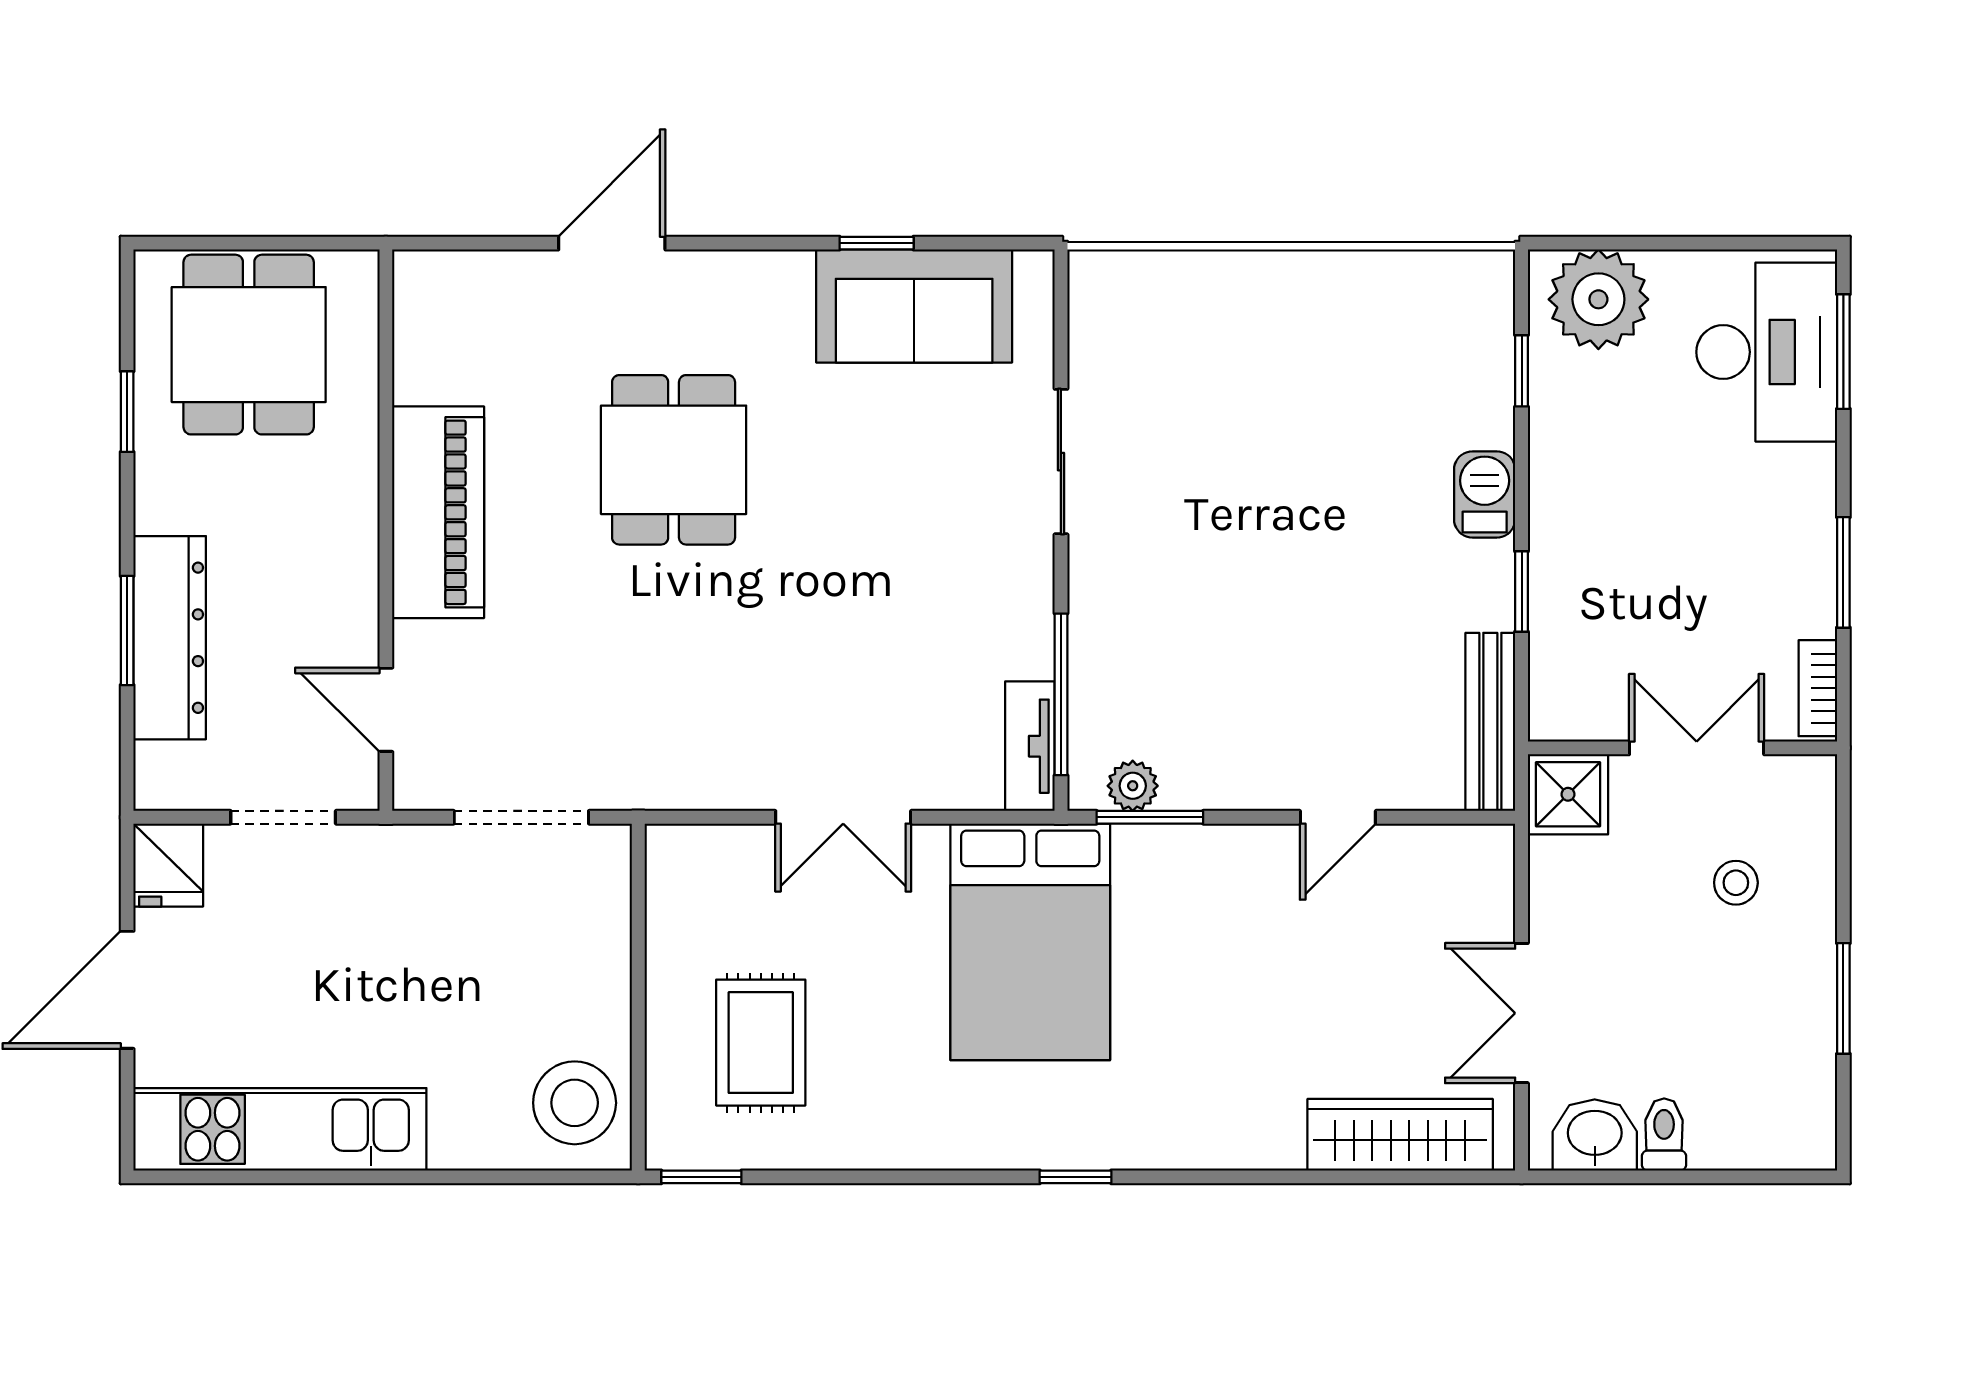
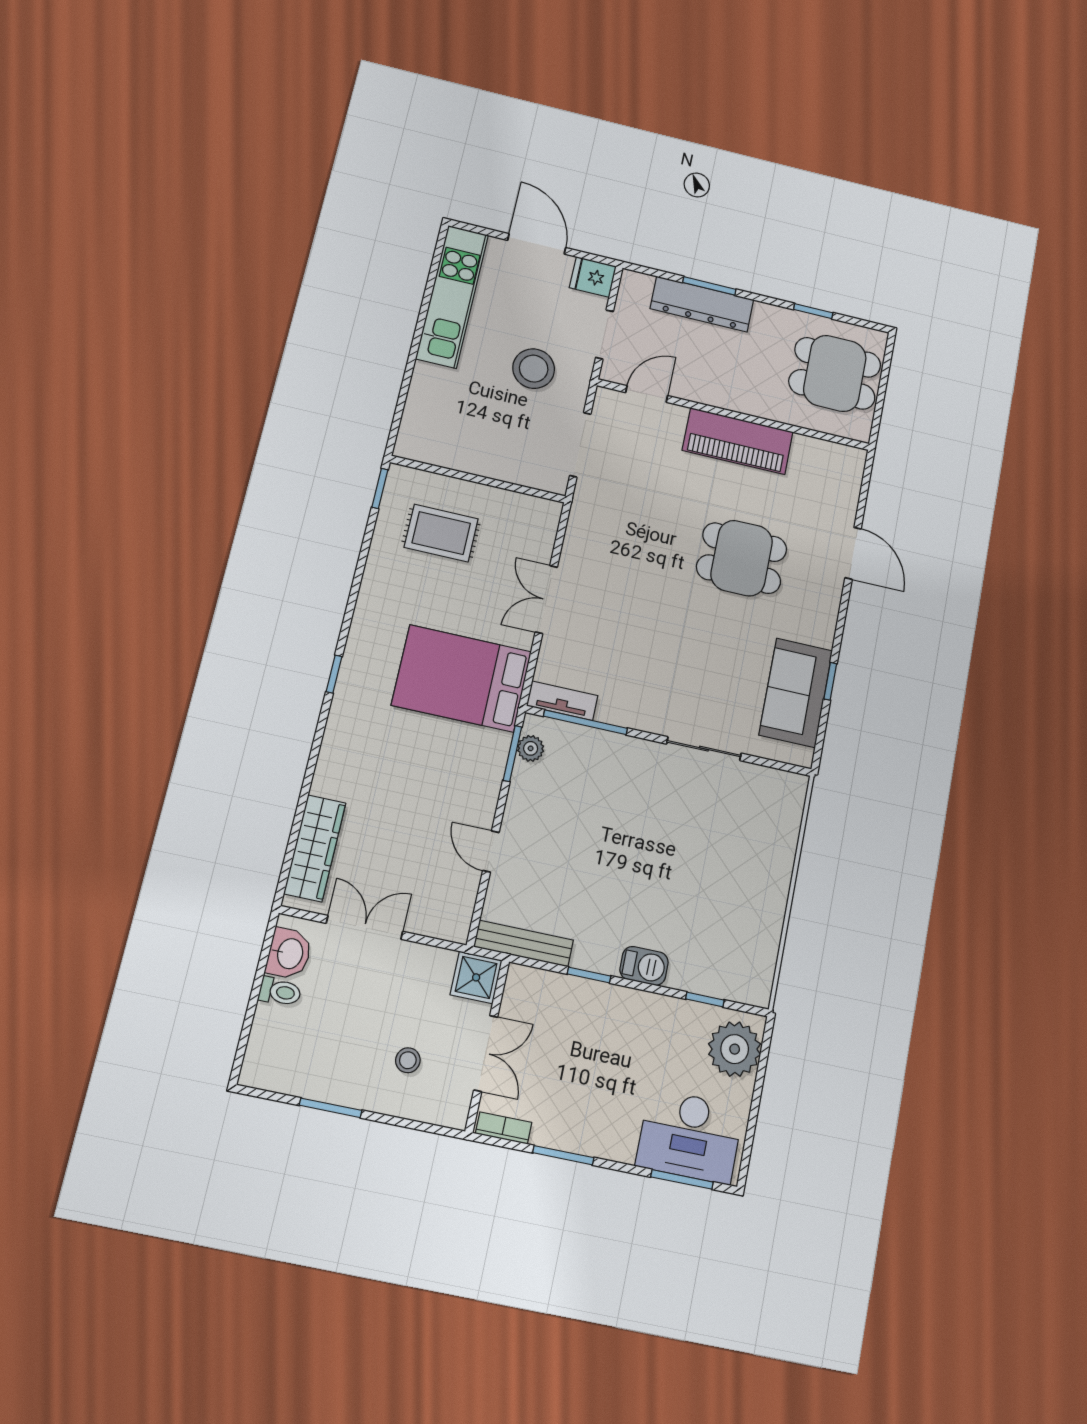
stool: (575, 1103) -> (534, 369), moved

